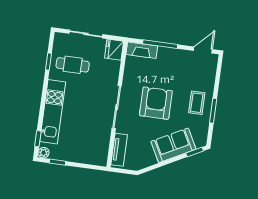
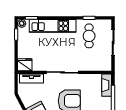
fridge: (114, 50) -> (25, 65), moved

